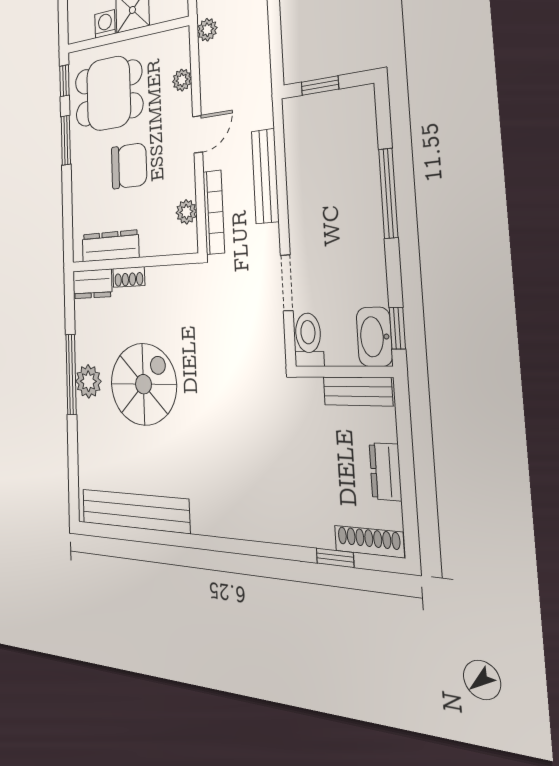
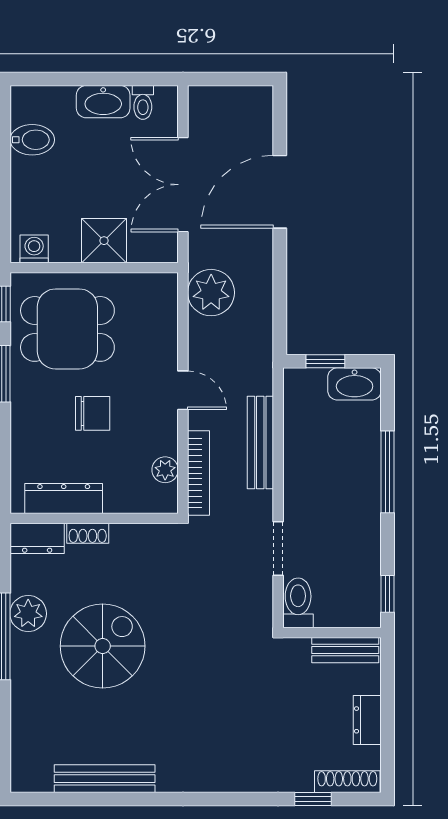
washing machine: (105, 24) -> (34, 249), moved
plant: (207, 30) -> (211, 293), width x1.87, depth x1.87
plant: (182, 80) -> (166, 330), removed
door: (198, 134) -> (183, 390), hinge flipped
chair: (129, 166) -> (93, 413), width x0.73, depth x0.73
washbasin: (374, 337) -> (355, 384), moved, turned -90
plant: (88, 381) -> (28, 614), moved
bench: (135, 511) -> (105, 779), width x0.73, depth x0.82

